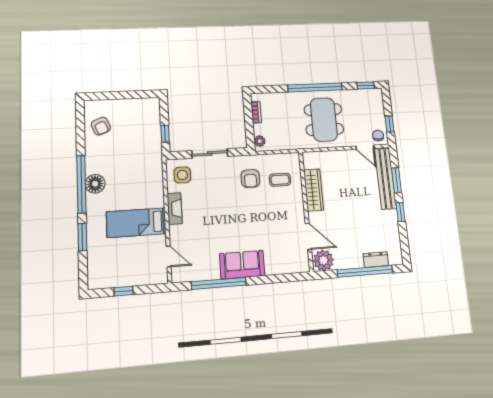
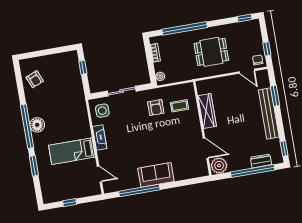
window: (315, 87) -> (185, 28), moved
dining table: (324, 119) -> (211, 52), width x0.73
window: (165, 134) -> (83, 67), moved
bench: (385, 179) -> (269, 114), moved
window: (400, 212) -> (284, 149), moved

